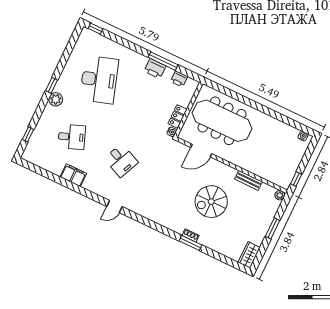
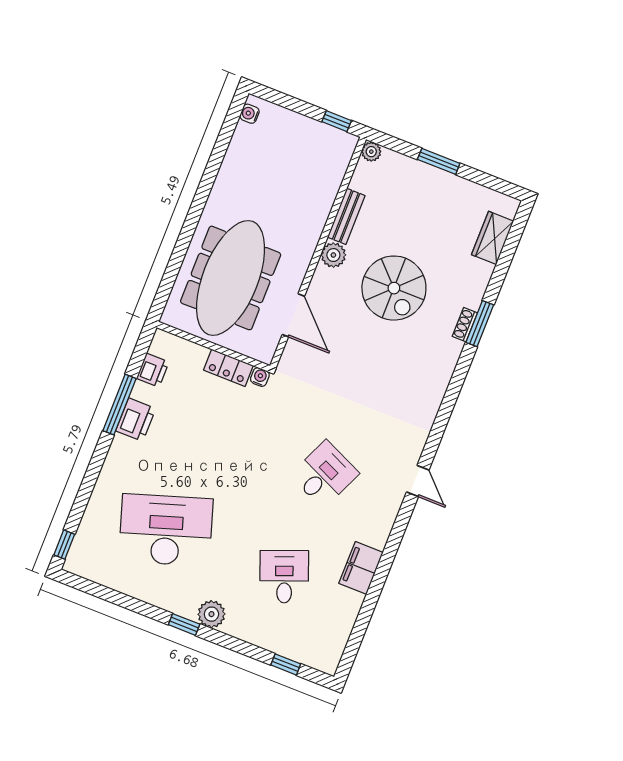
plant: (230, 173) -> (333, 255), added
wardrobe: (249, 255) -> (493, 238), moved, turned 90

